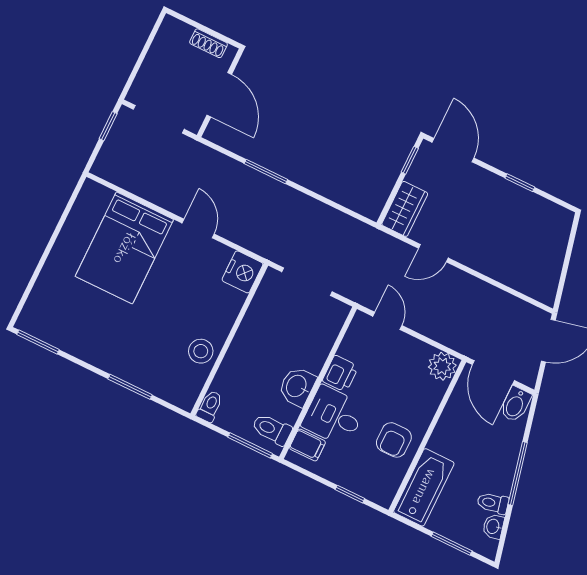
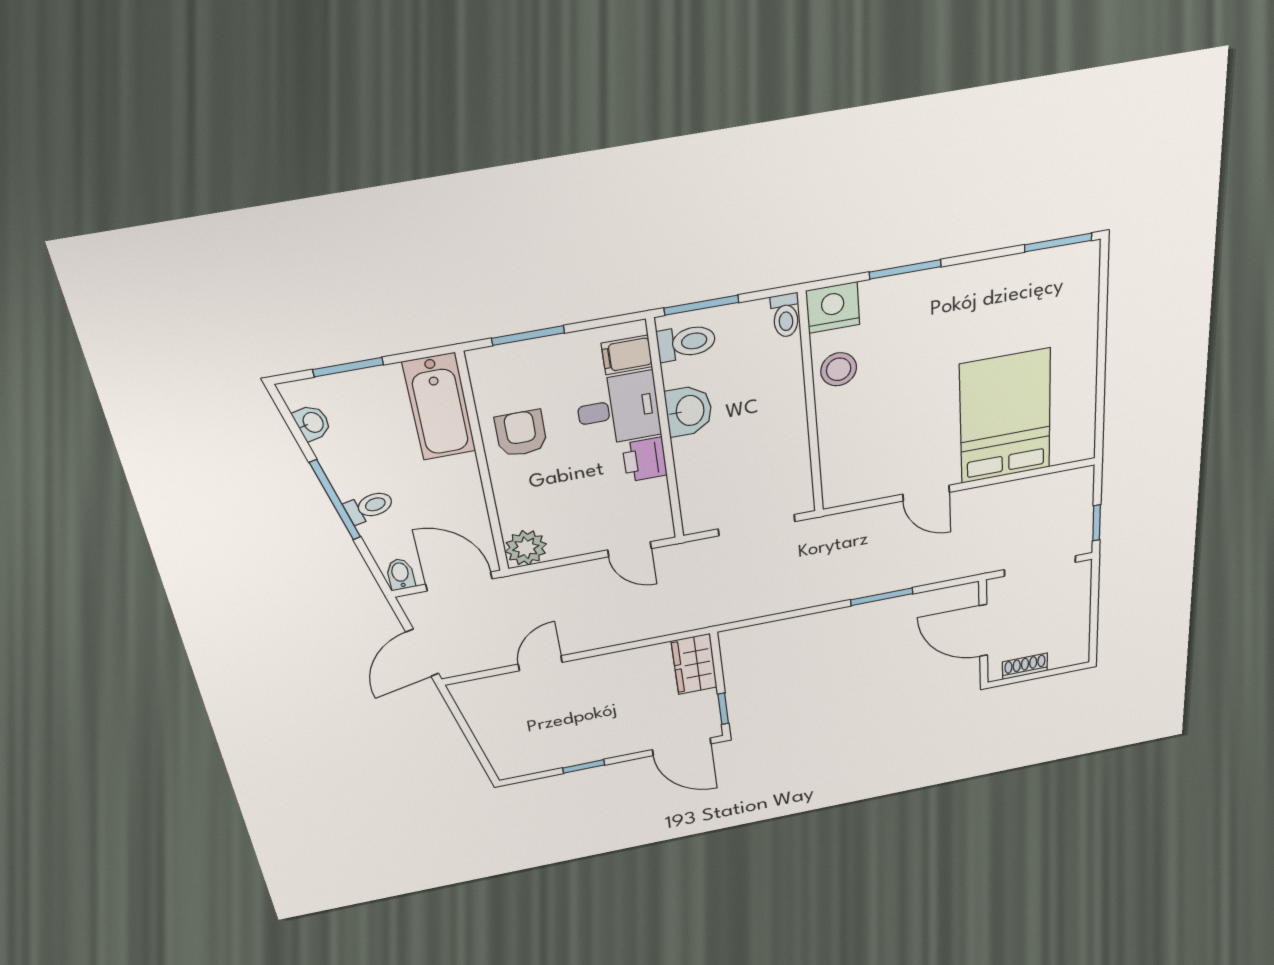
door: (433, 253) -> (540, 663), moved
nightstand: (242, 272) -> (833, 308), moved, turned 90
bidet: (515, 404) -> (400, 574), width x0.72, depth x0.74
window: (350, 494) -> (528, 336), width x1.50
toilet: (493, 503) -> (369, 507), moved

